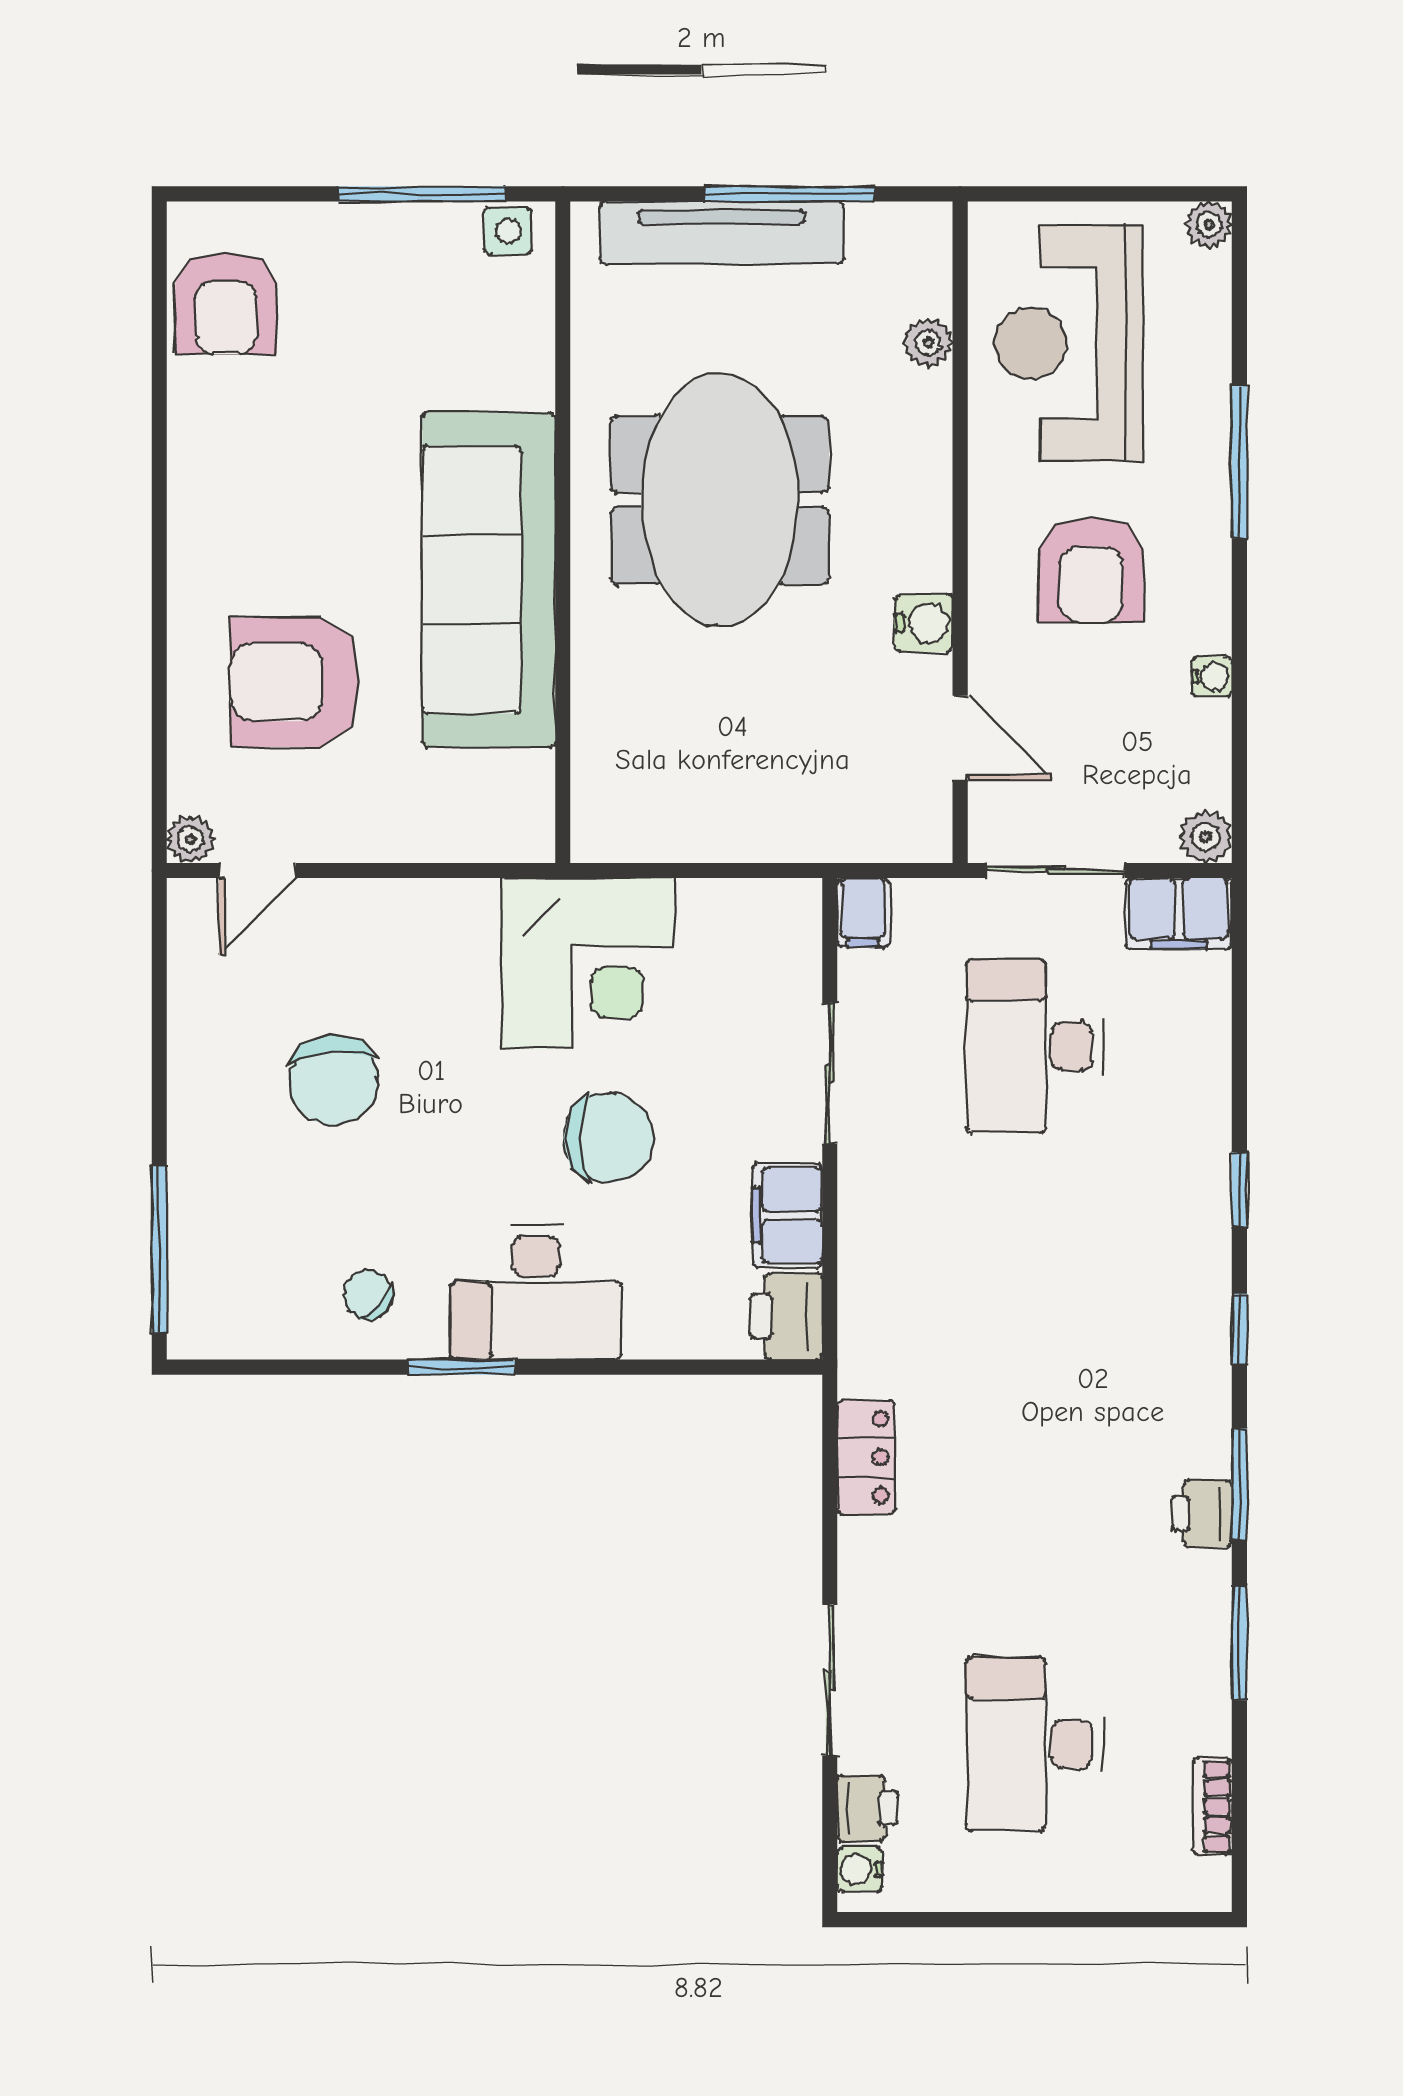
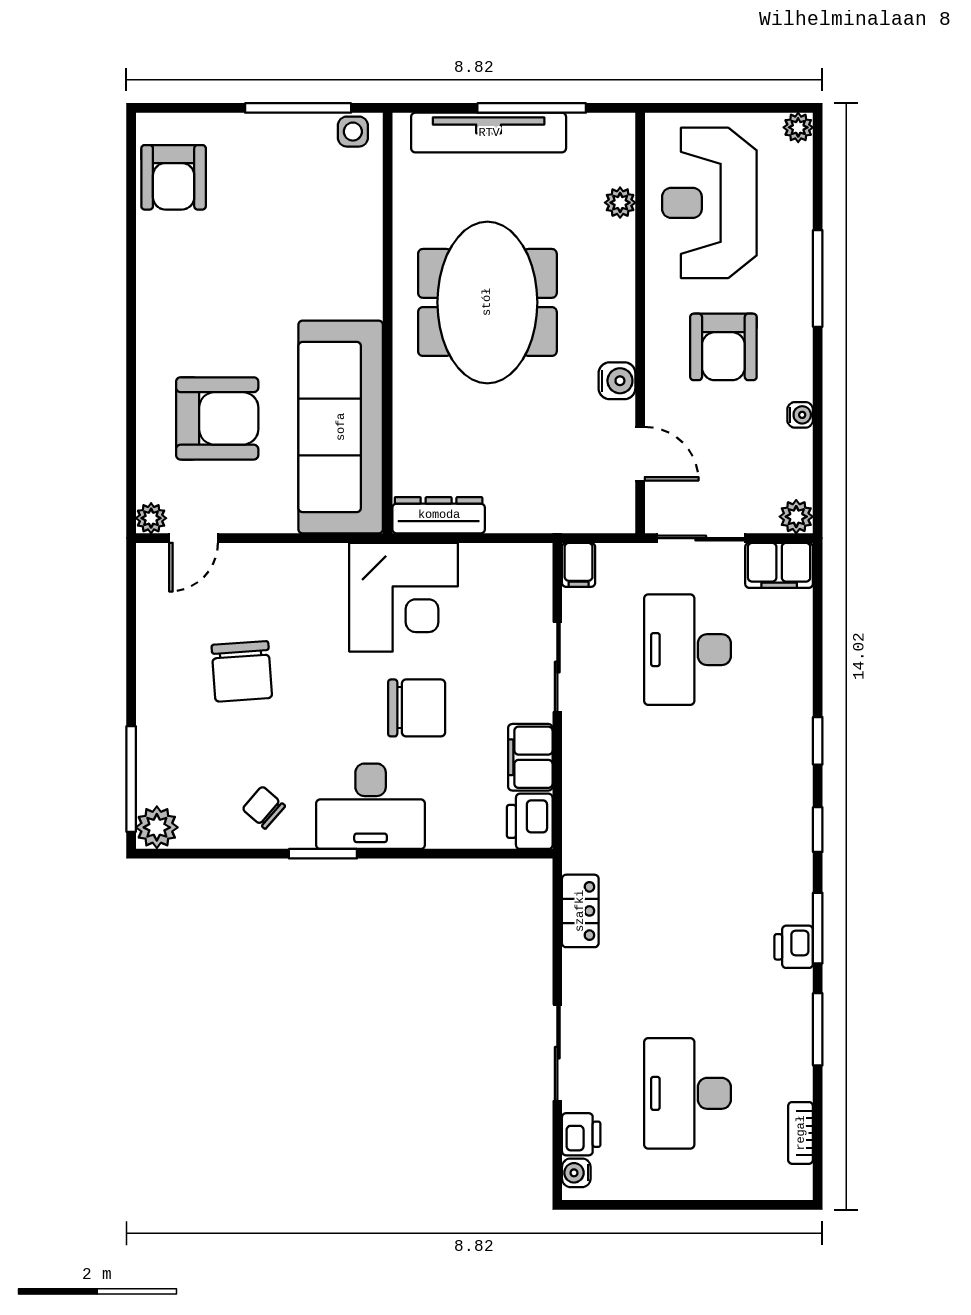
sofa: (489, 580) -> (341, 427), moved
armchair: (295, 682) -> (217, 418), turned 180
dresser: (643, 835) -> (439, 515), added
plant: (200, 1325) -> (157, 827), added

